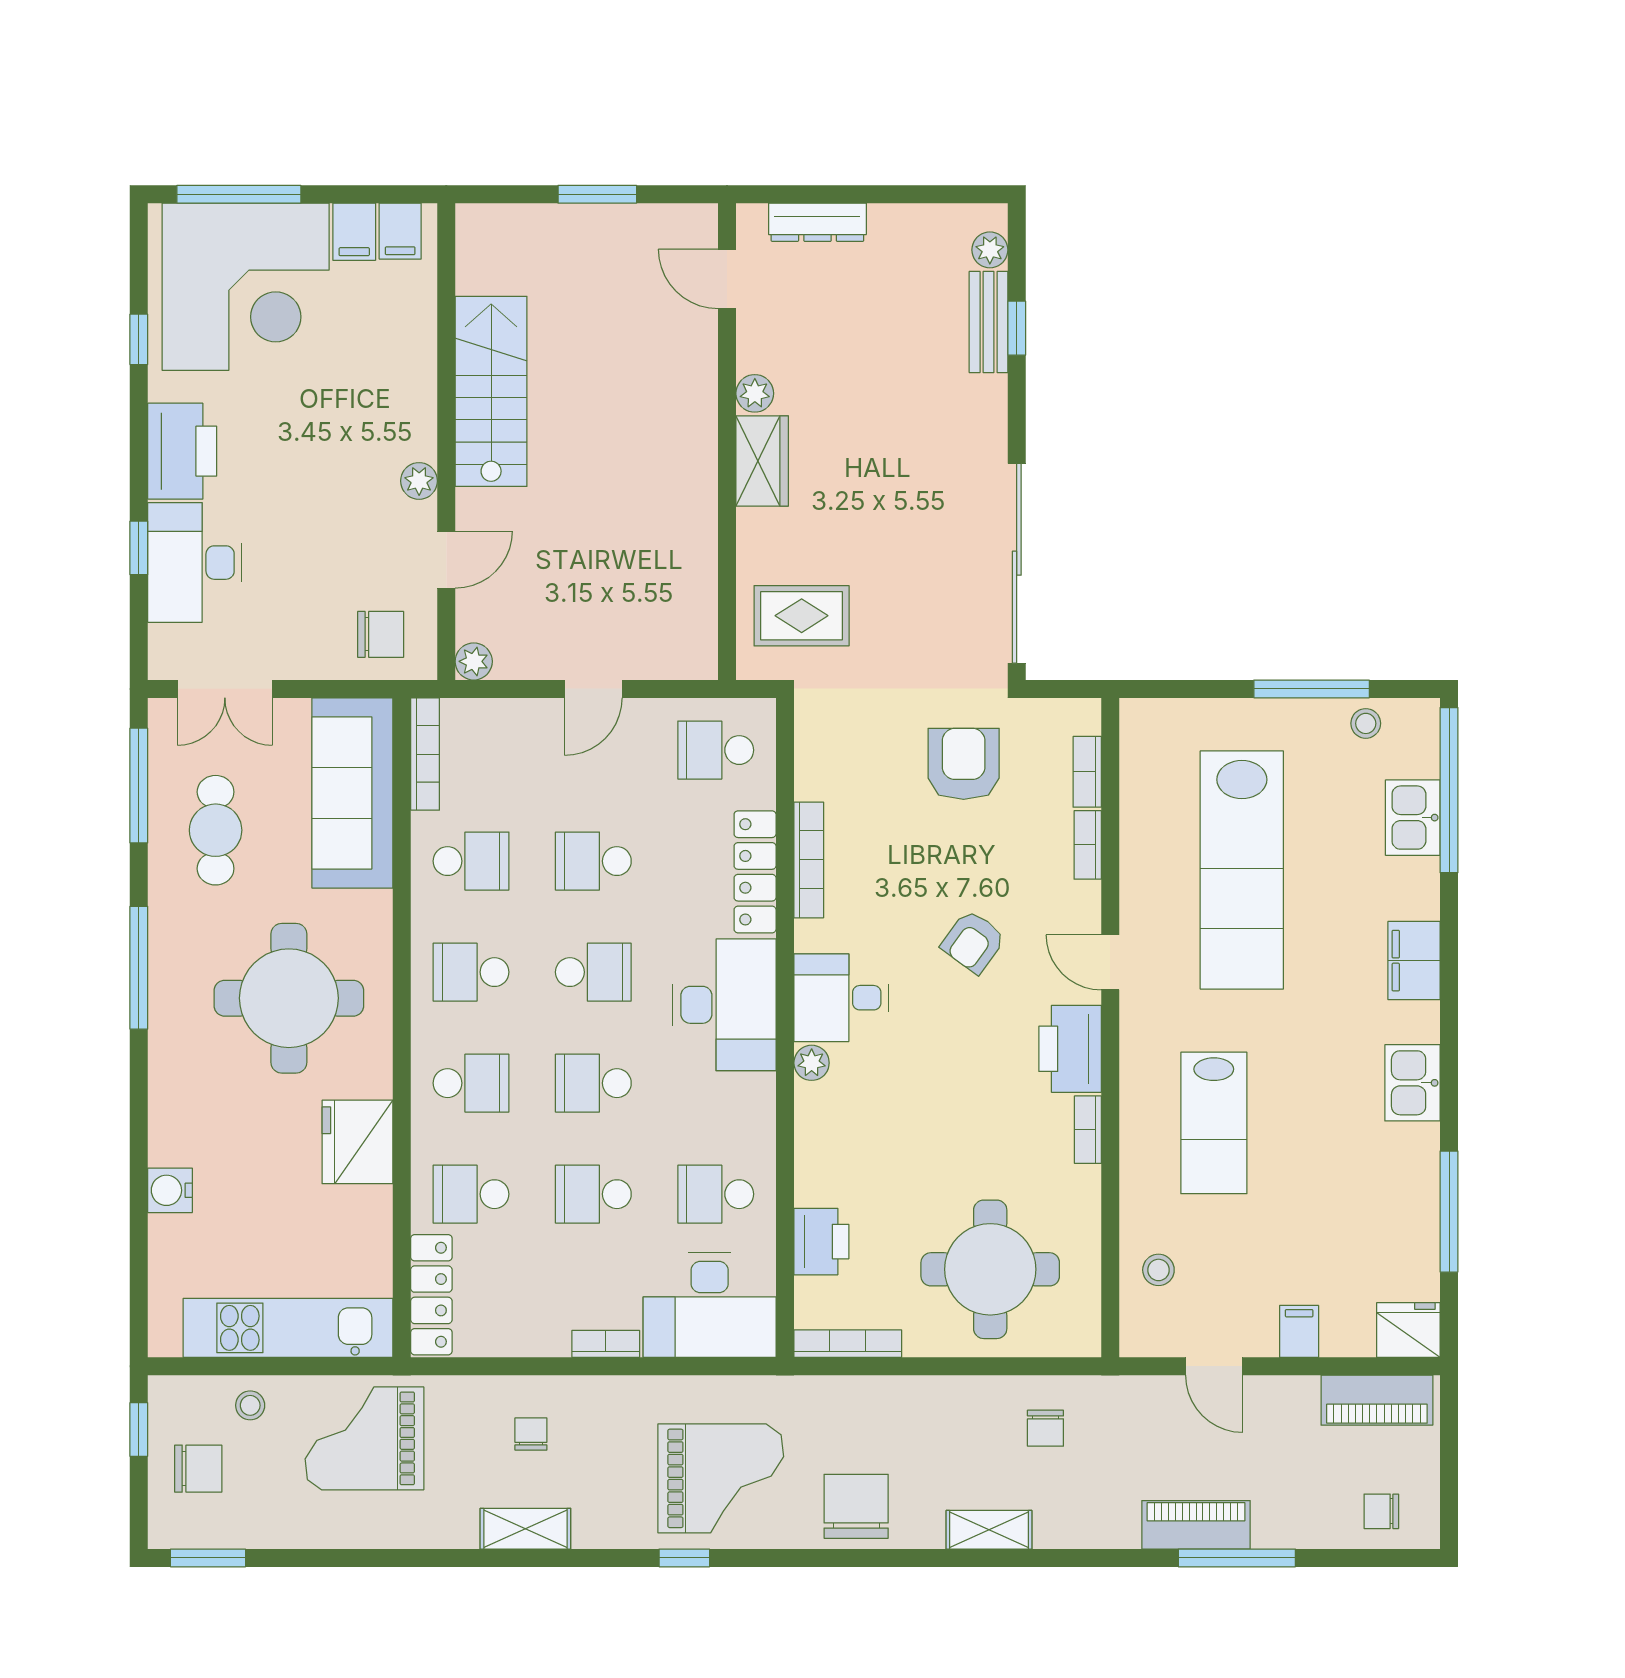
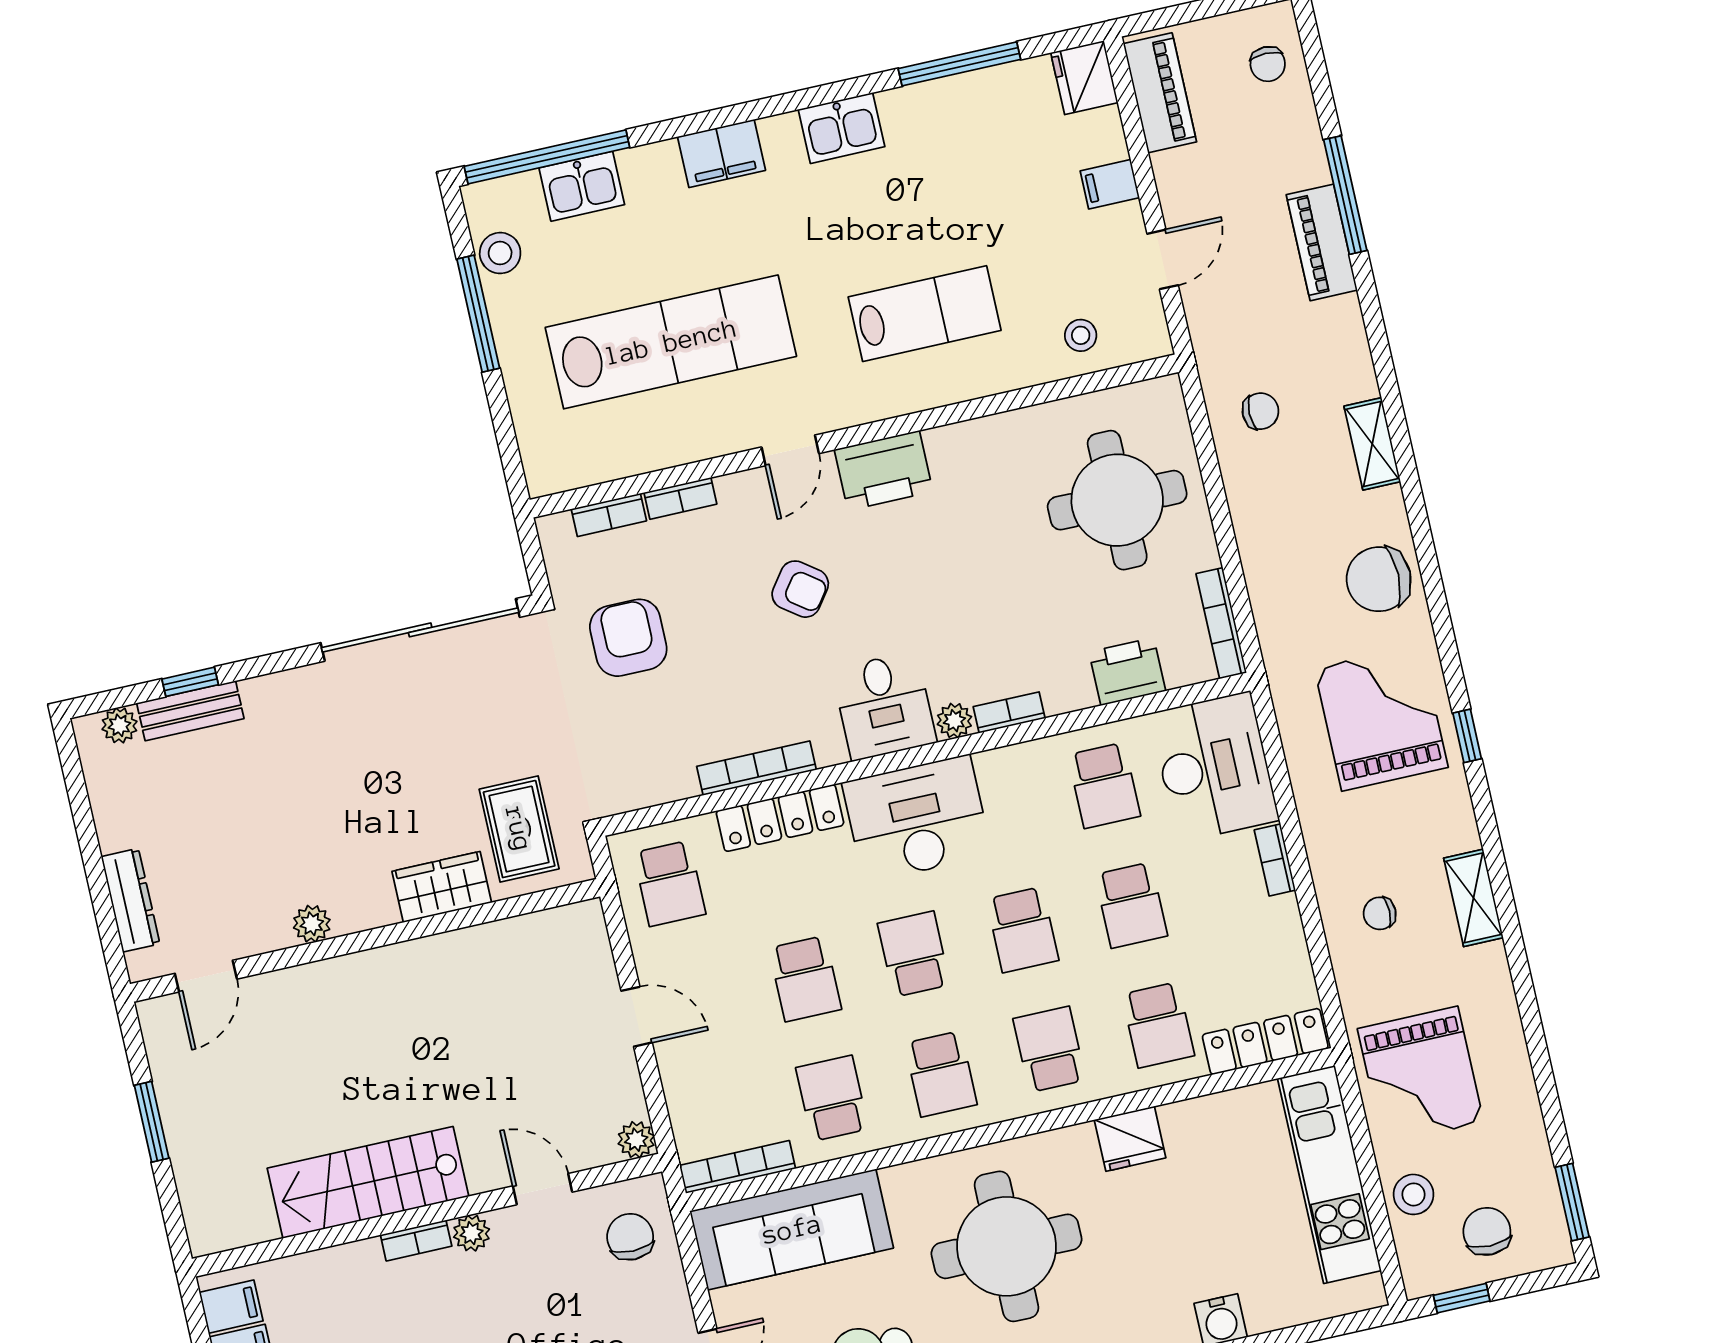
bookcase: (424, 425) -> (416, 1241), added
wardrobe: (762, 461) -> (442, 887), moved
stool: (1366, 723) -> (500, 253), width x1.37, depth x1.37
armchair: (964, 764) -> (628, 638), turned 90
bookcase: (1088, 1130) -> (1009, 712), moved, turned 180
fridge: (357, 1142) -> (1130, 1139), width x0.73, depth x0.75
stool: (250, 1405) -> (1414, 1194), width x1.37, depth x1.37

